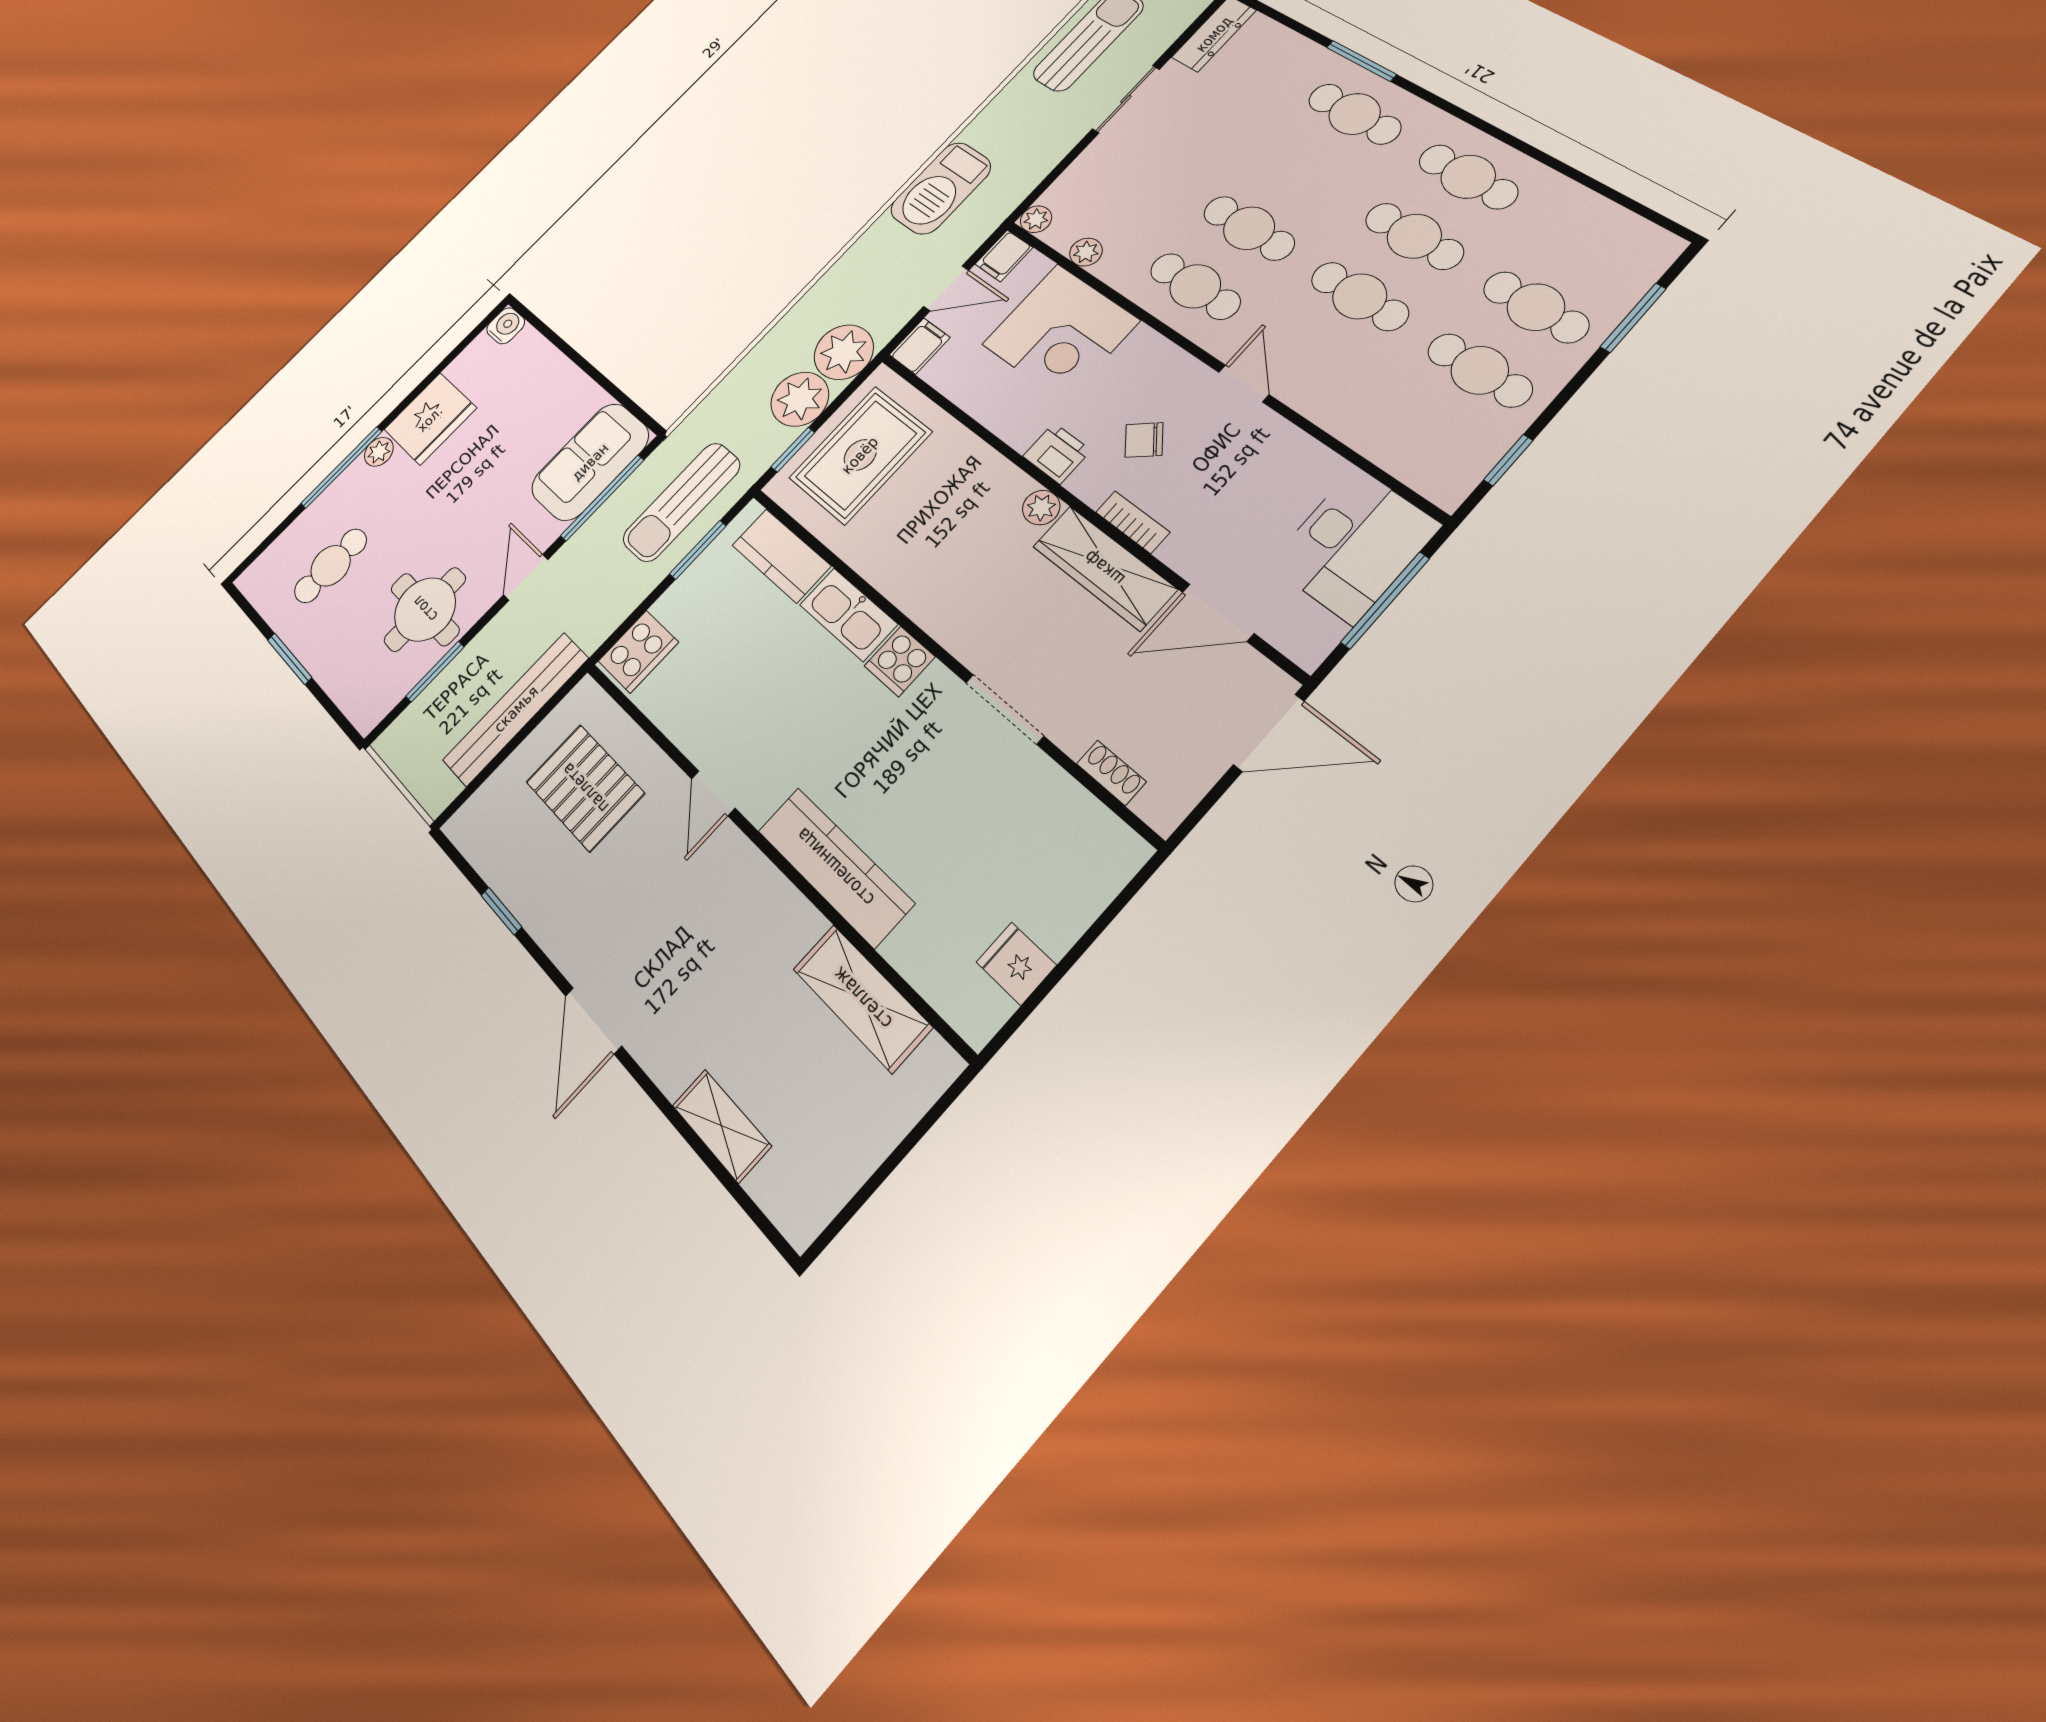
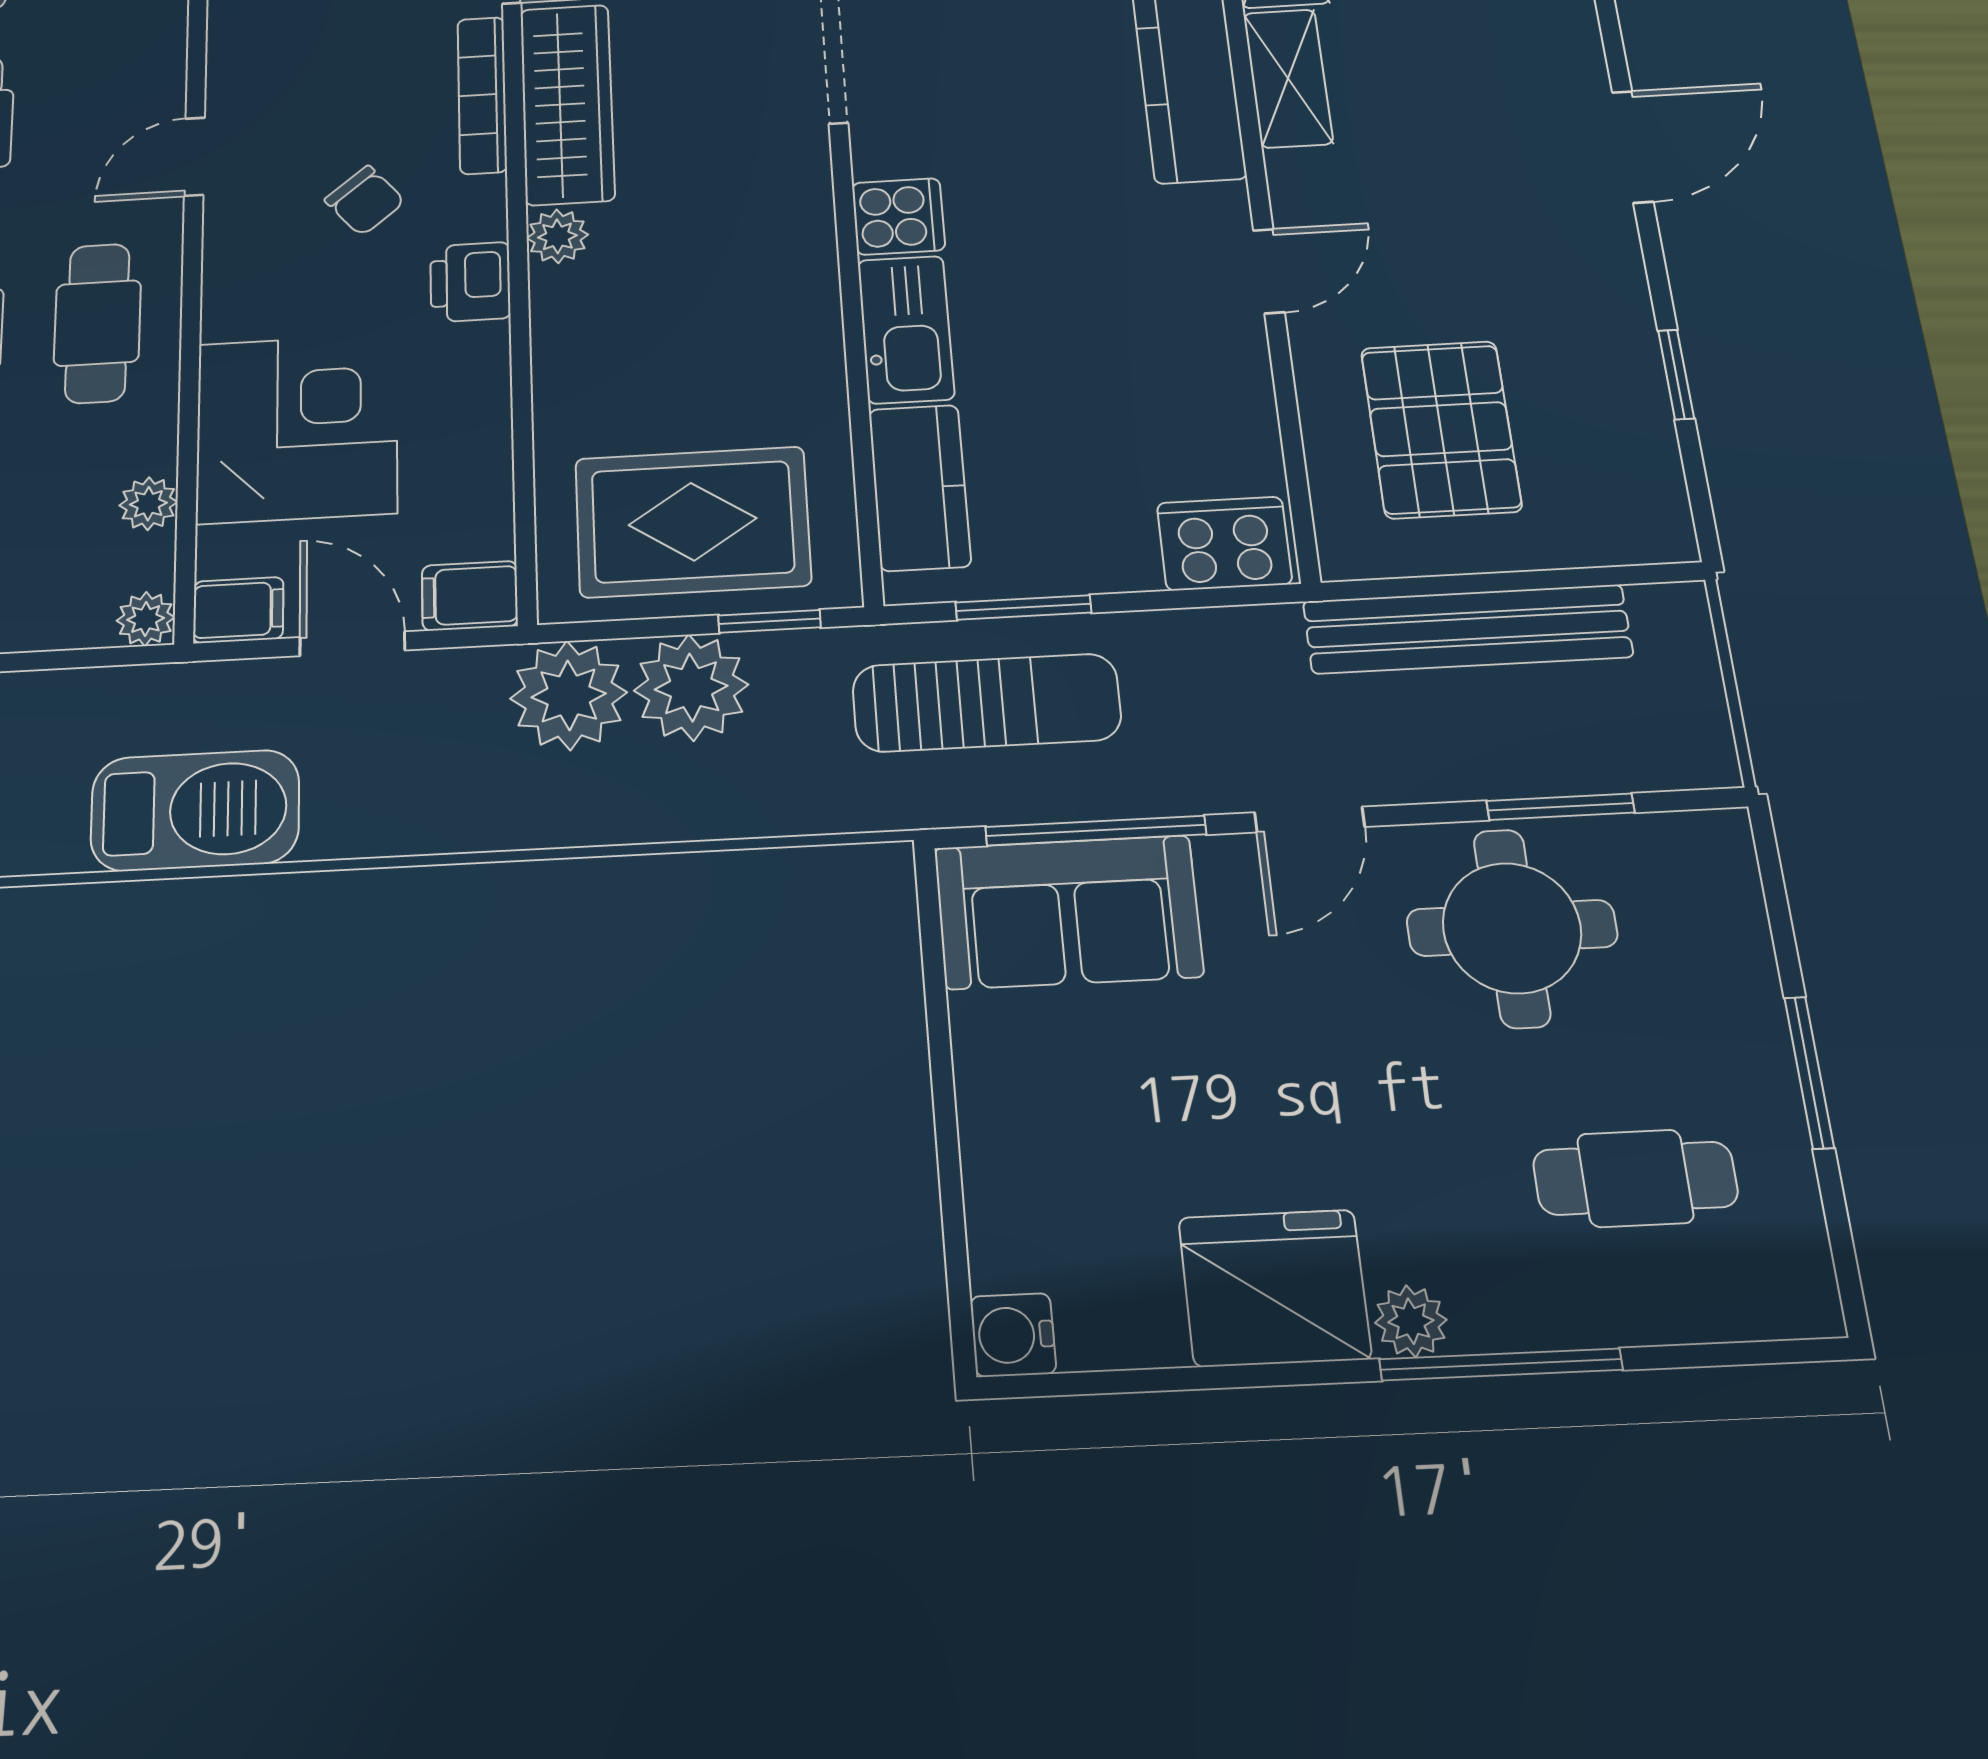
bookcase: (1133, 522) -> (482, 95), width x1.56
shelving: (781, 905) -> (1288, 78), added

